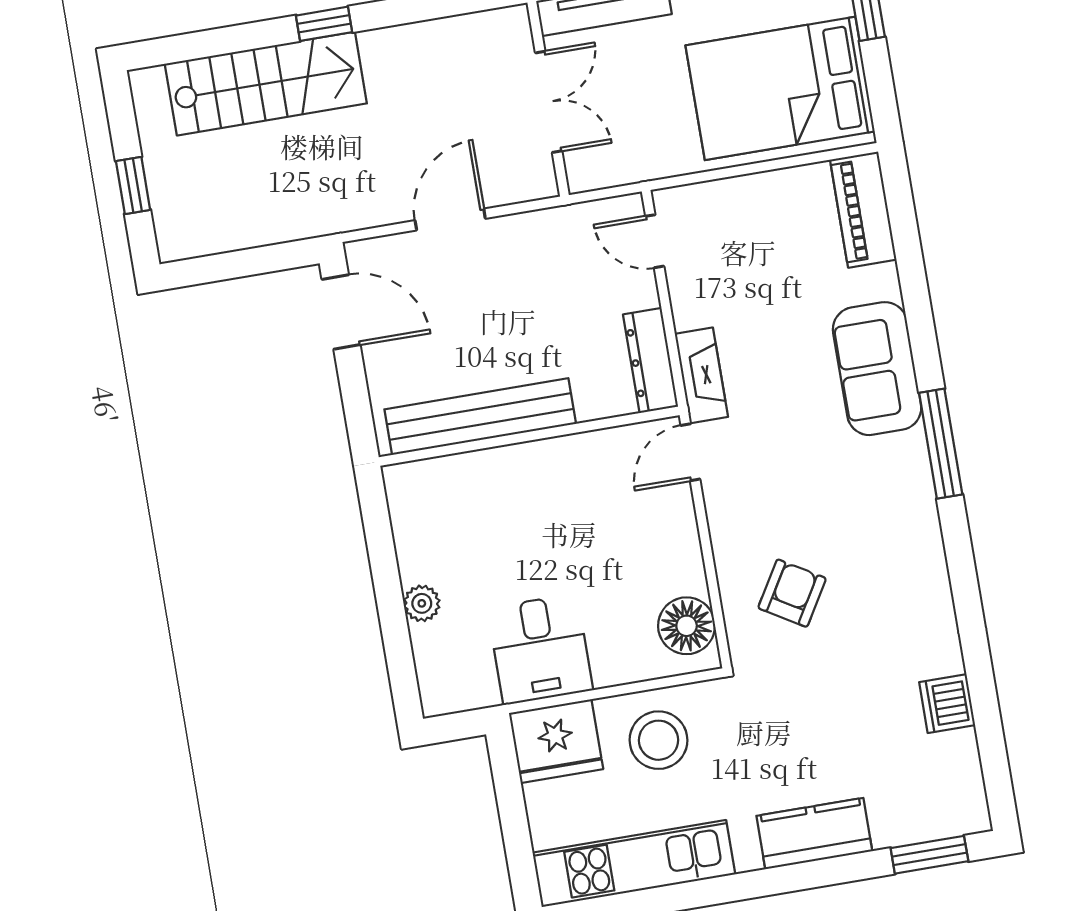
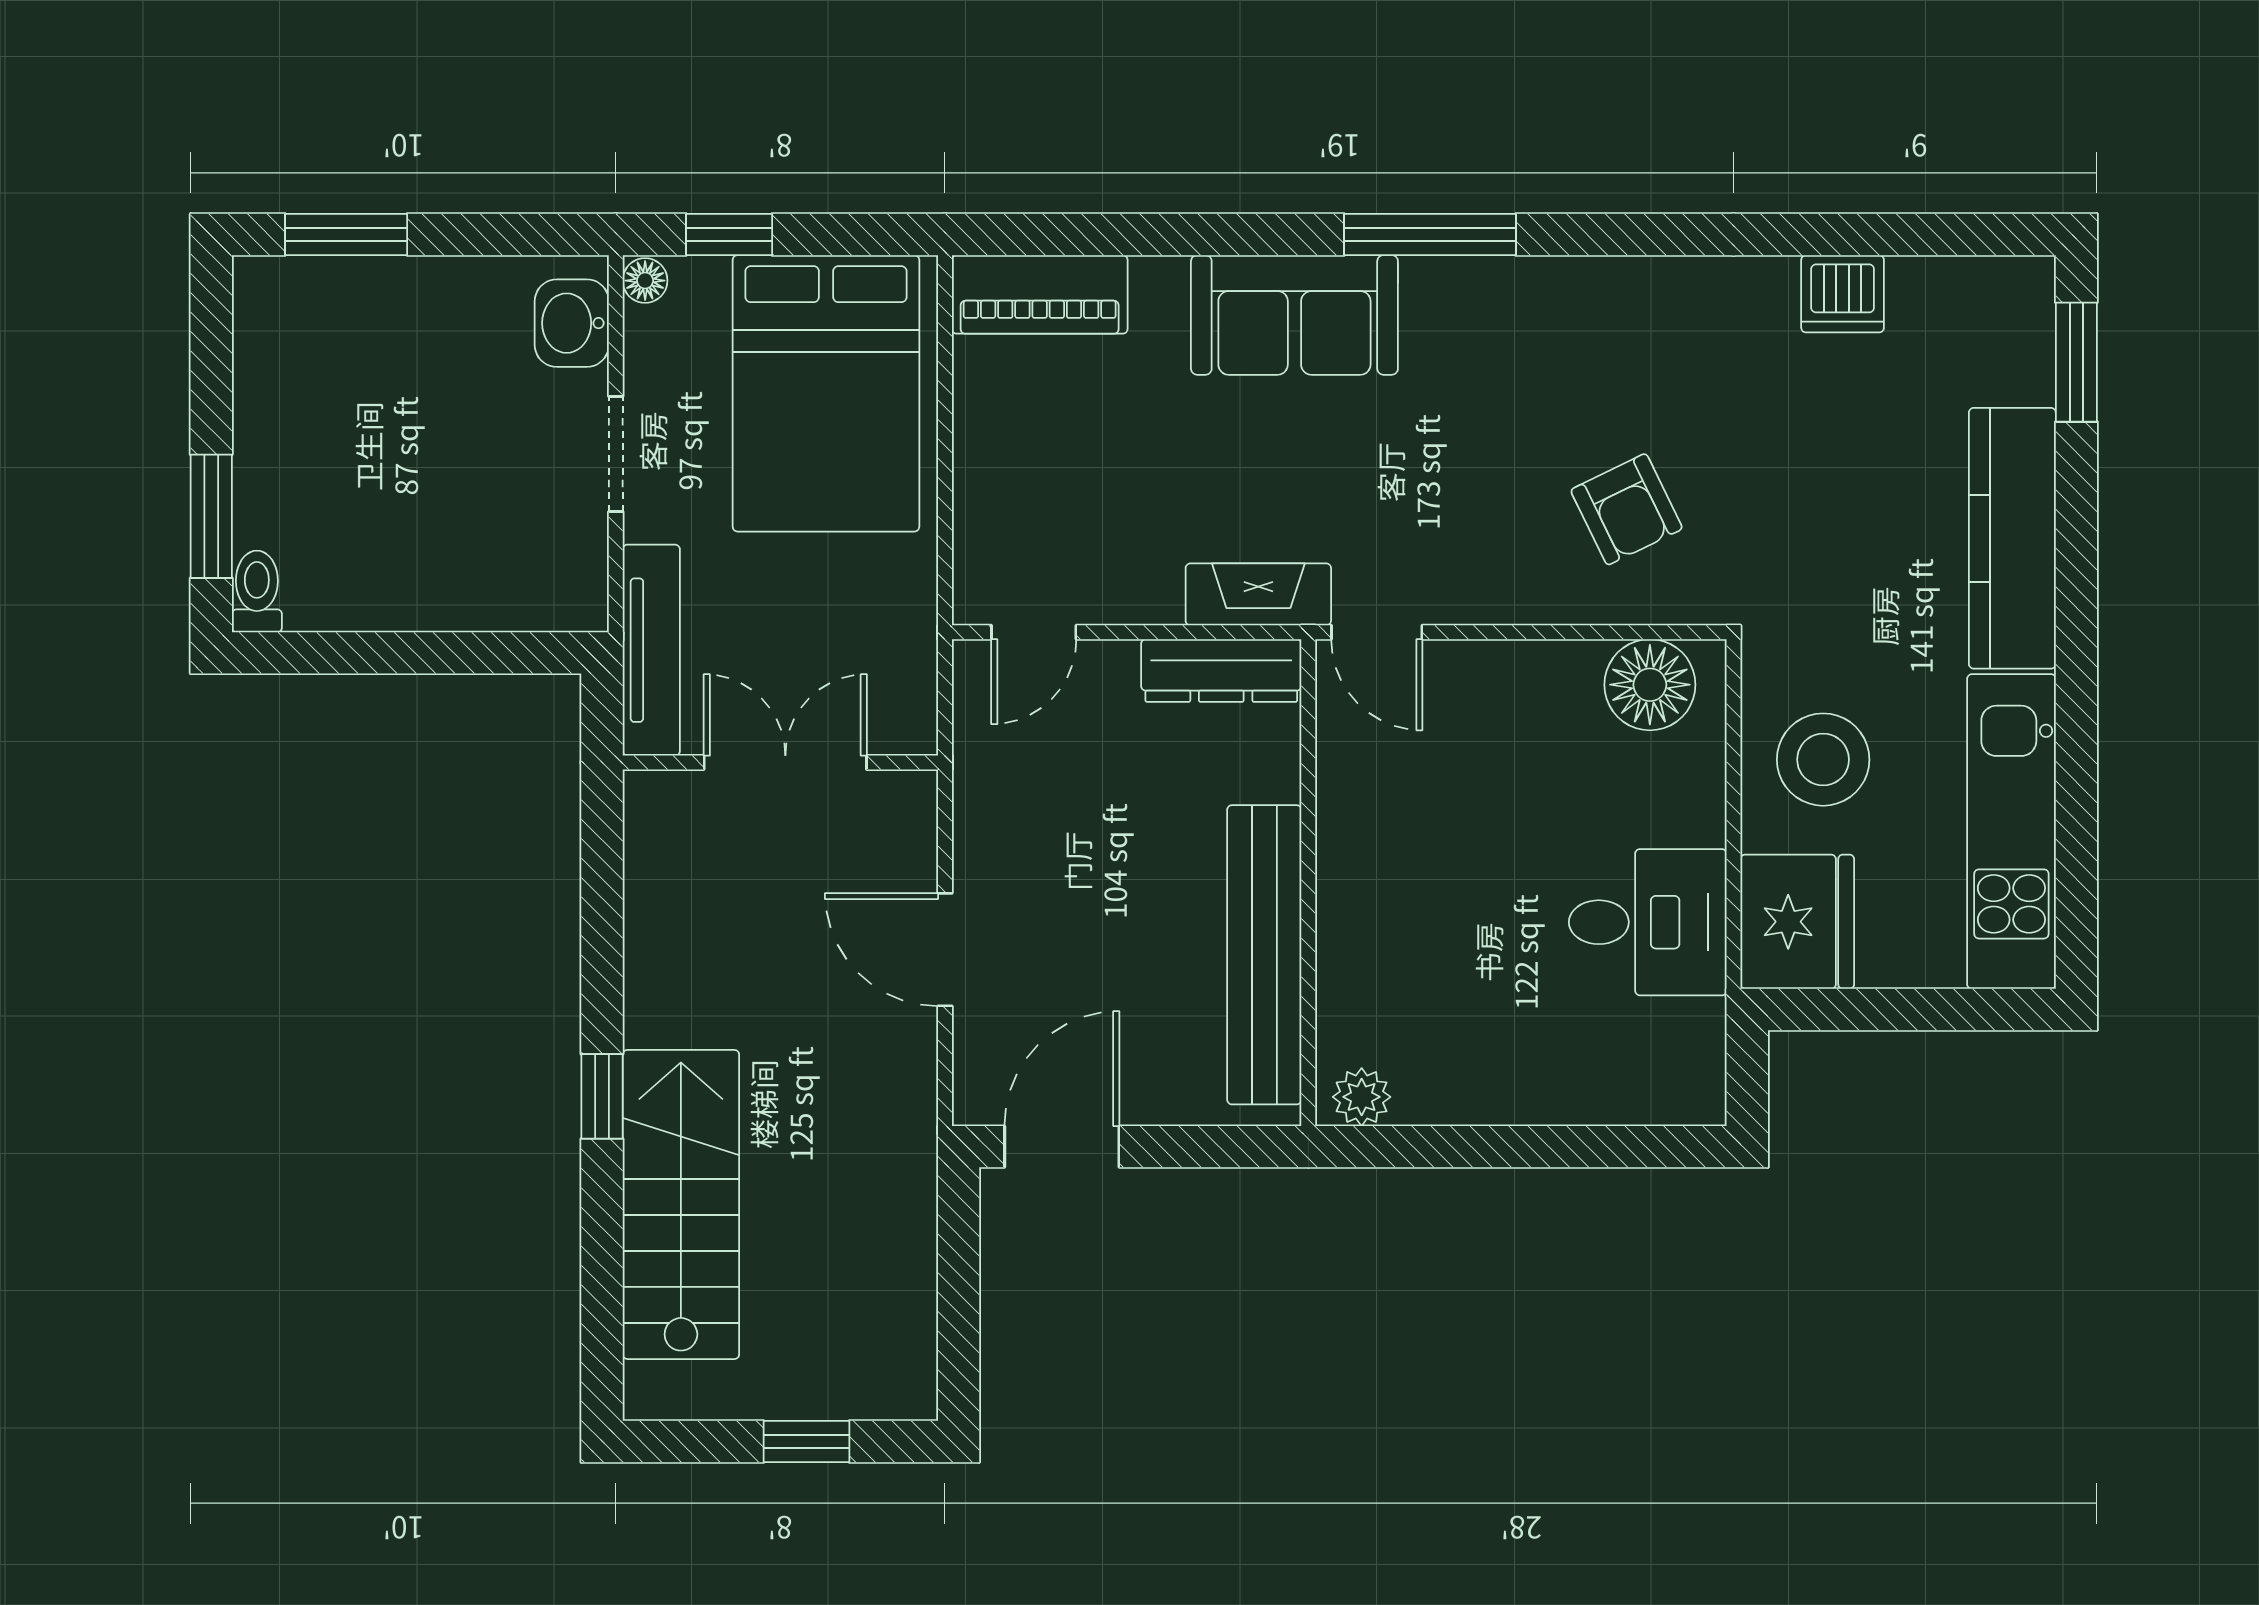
armchair: (792, 593) -> (1627, 509), turned -147
plant: (422, 603) -> (1362, 1097), moved
kitchen counter: (814, 834) -> (2012, 538), width x1.50

